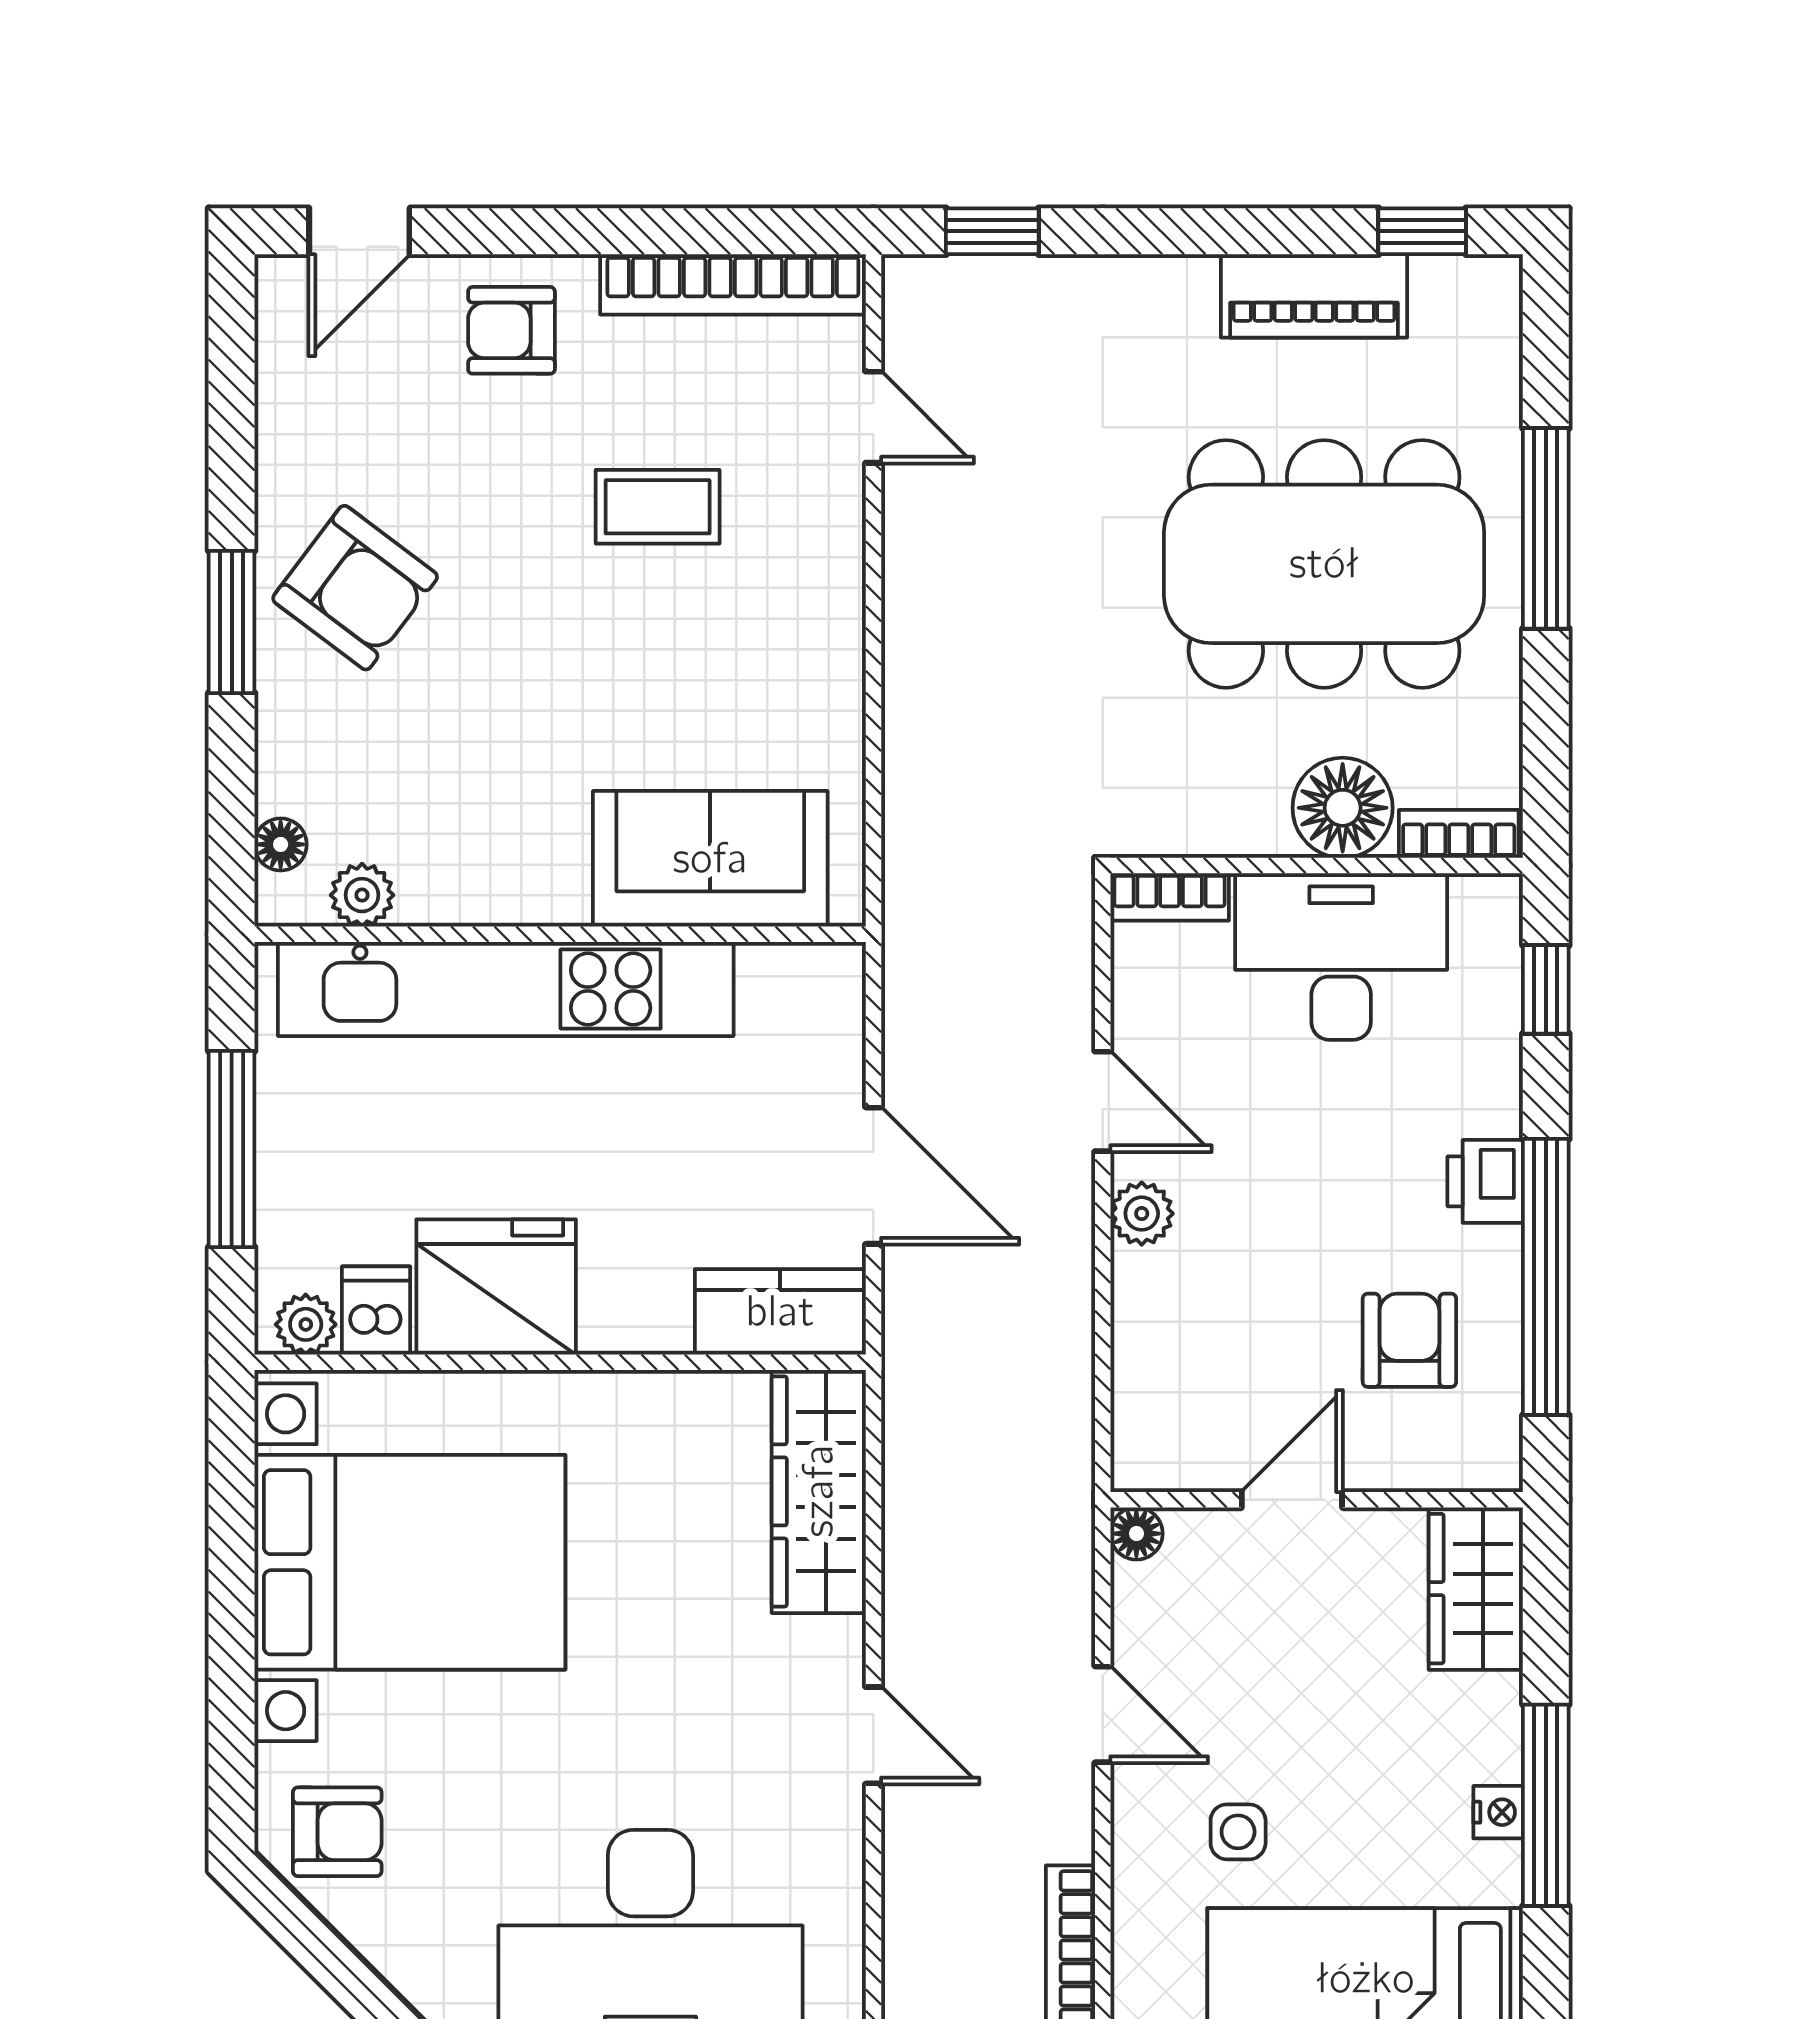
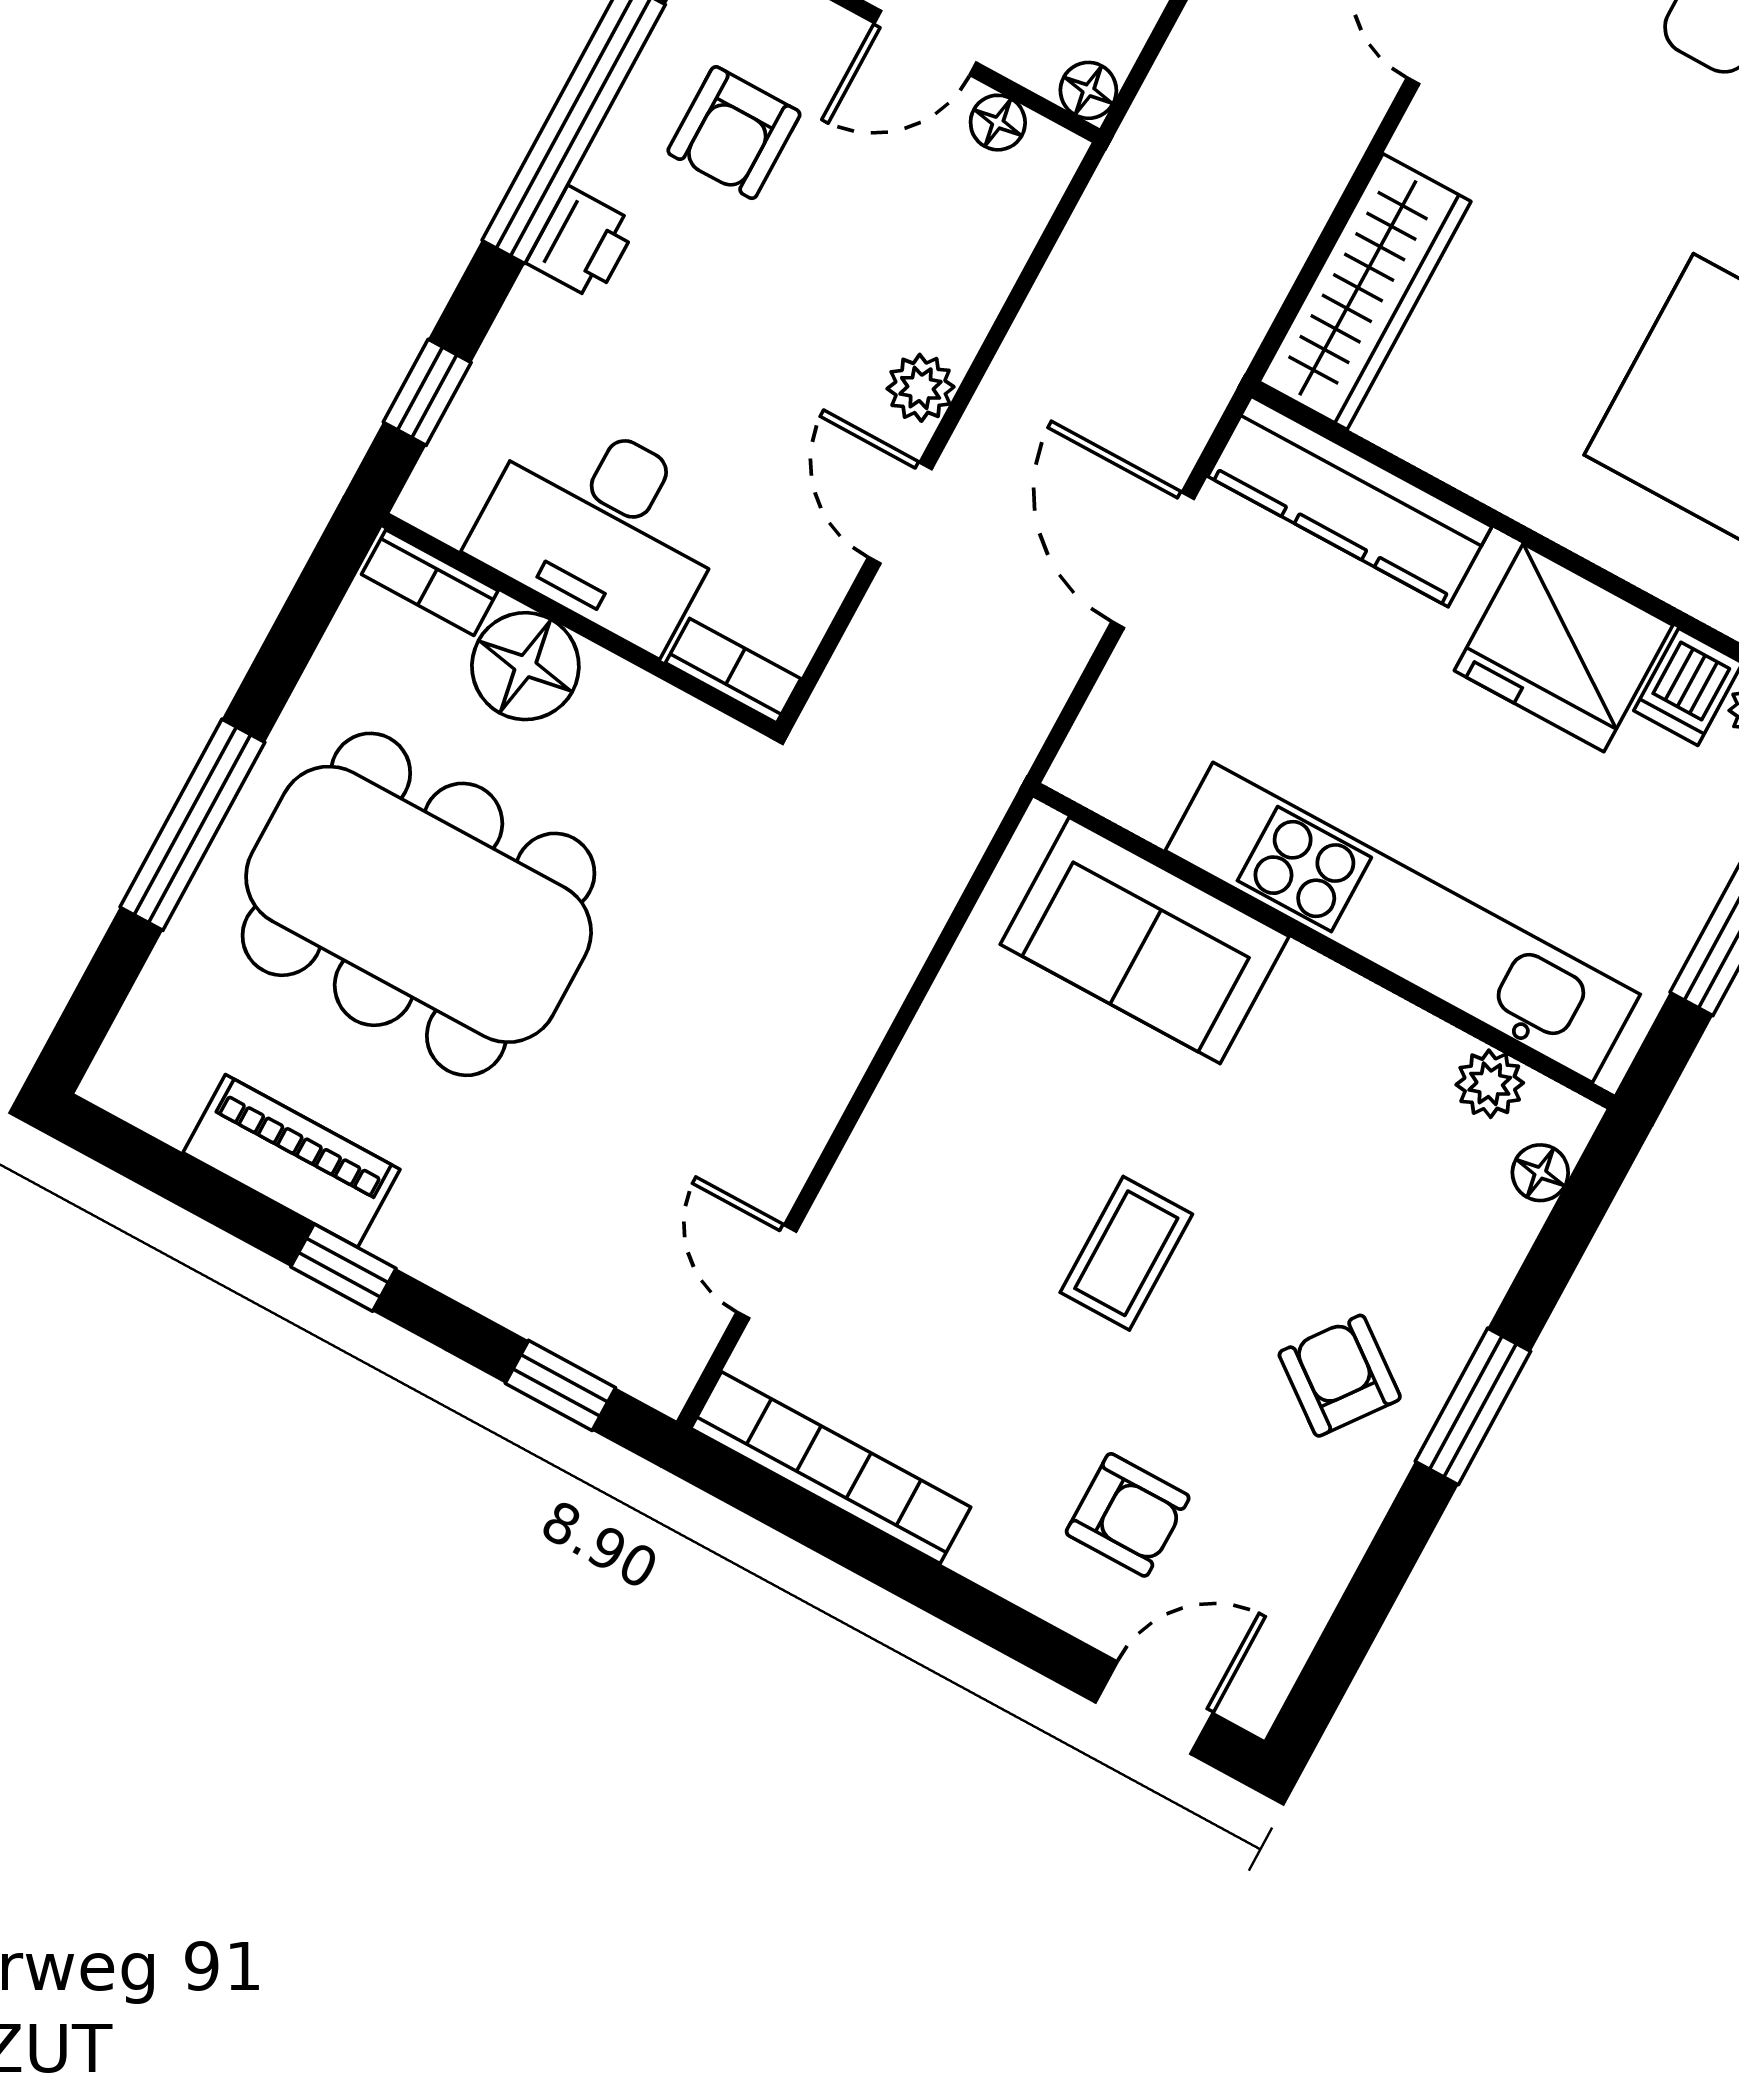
window: (1422, 231) -> (343, 1268), moved
armchair: (511, 330) -> (1128, 1515), moved
coffee table: (658, 507) -> (1126, 1253), moved, turned 90
armchair: (355, 588) -> (1340, 1376), width x0.72, depth x0.72
kitchen counter: (780, 1312) -> (1350, 502), width x1.50
floor lamp: (1197, 1467) -> (998, 123), added

